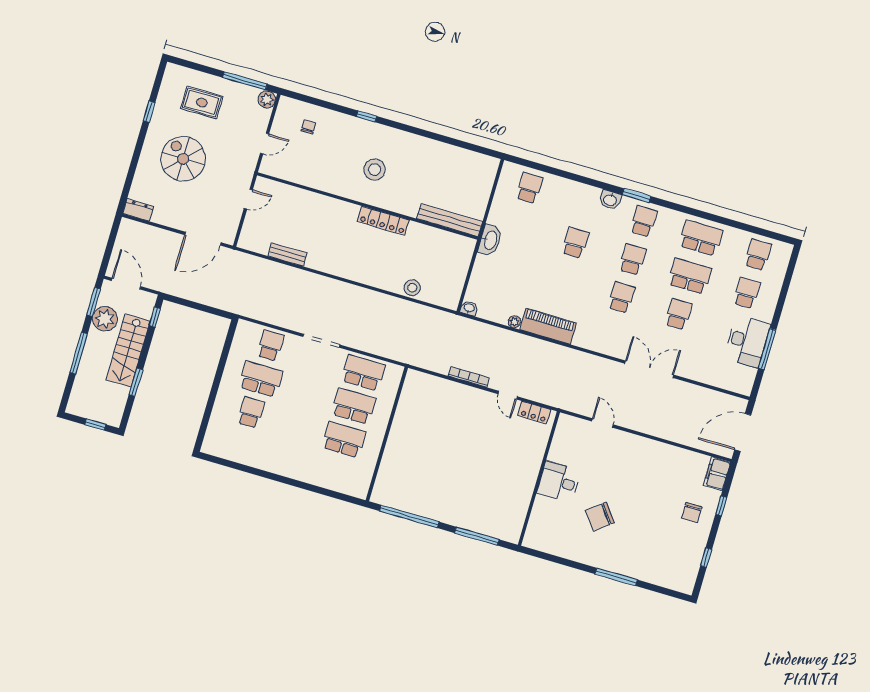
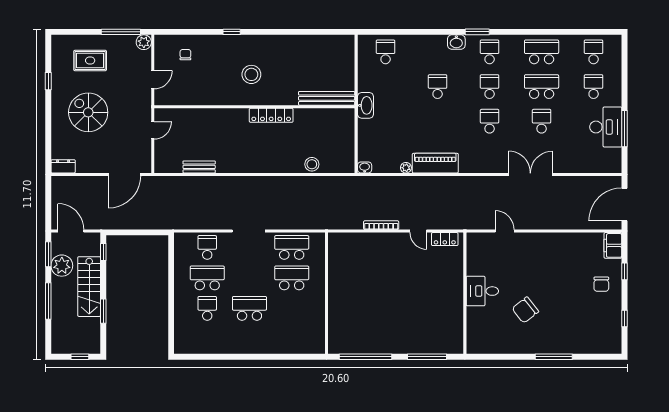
school desk: (344, 440) -> (249, 308), moved

